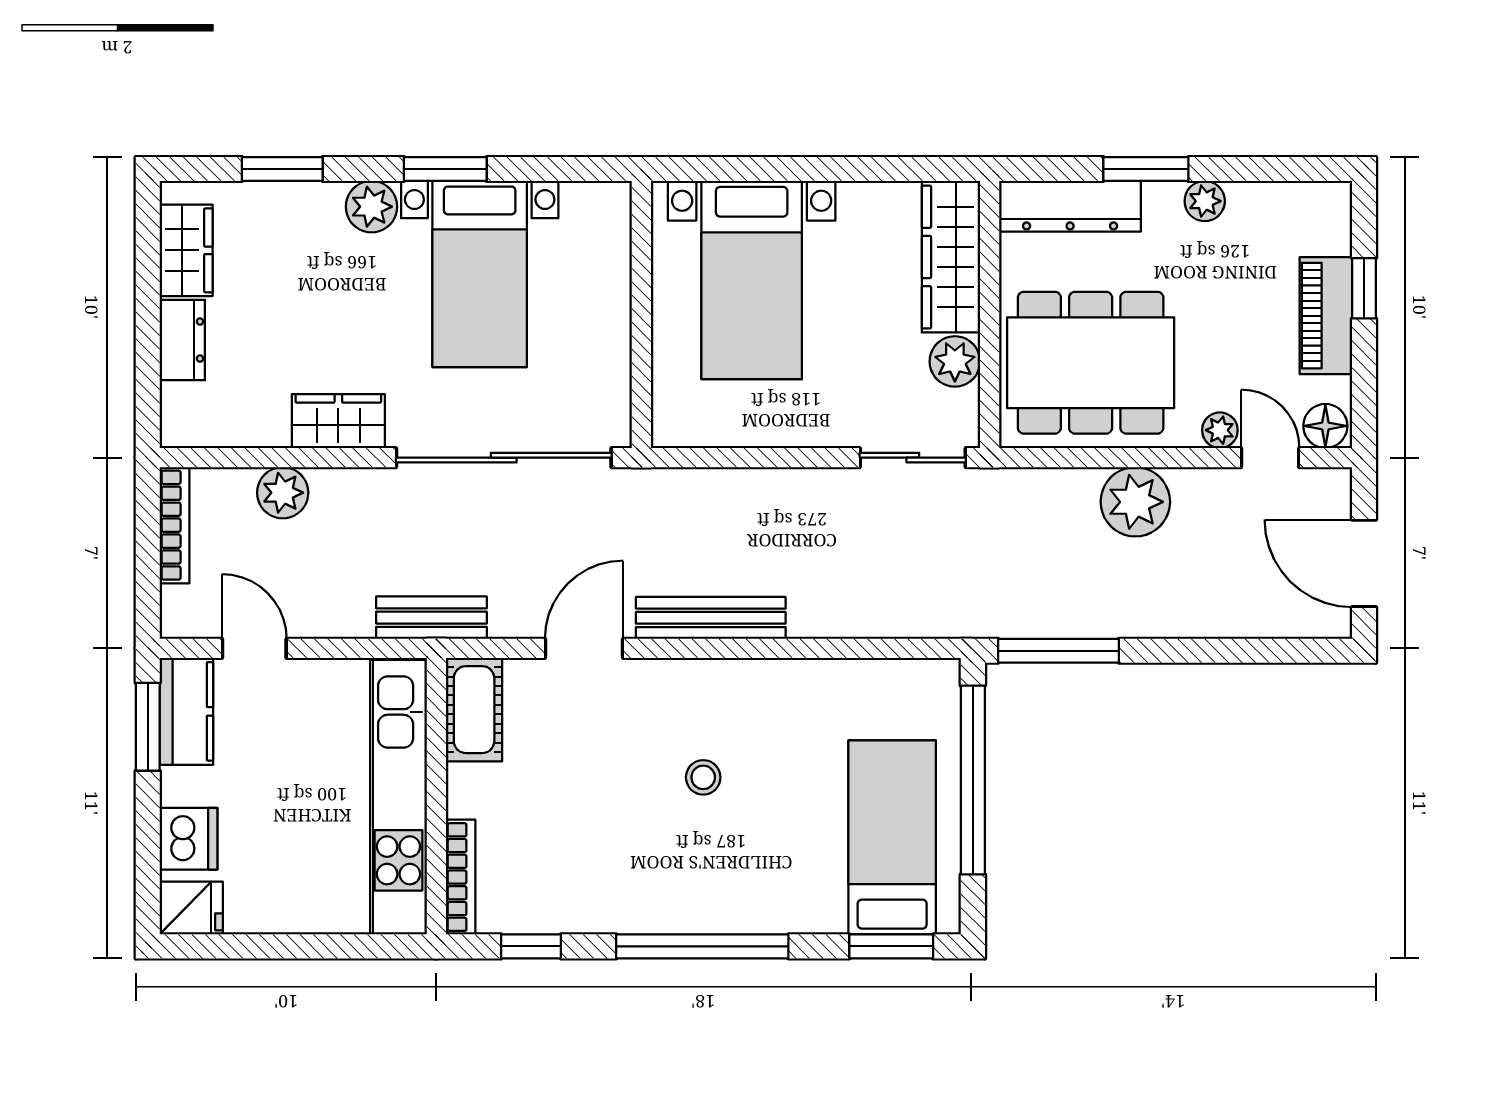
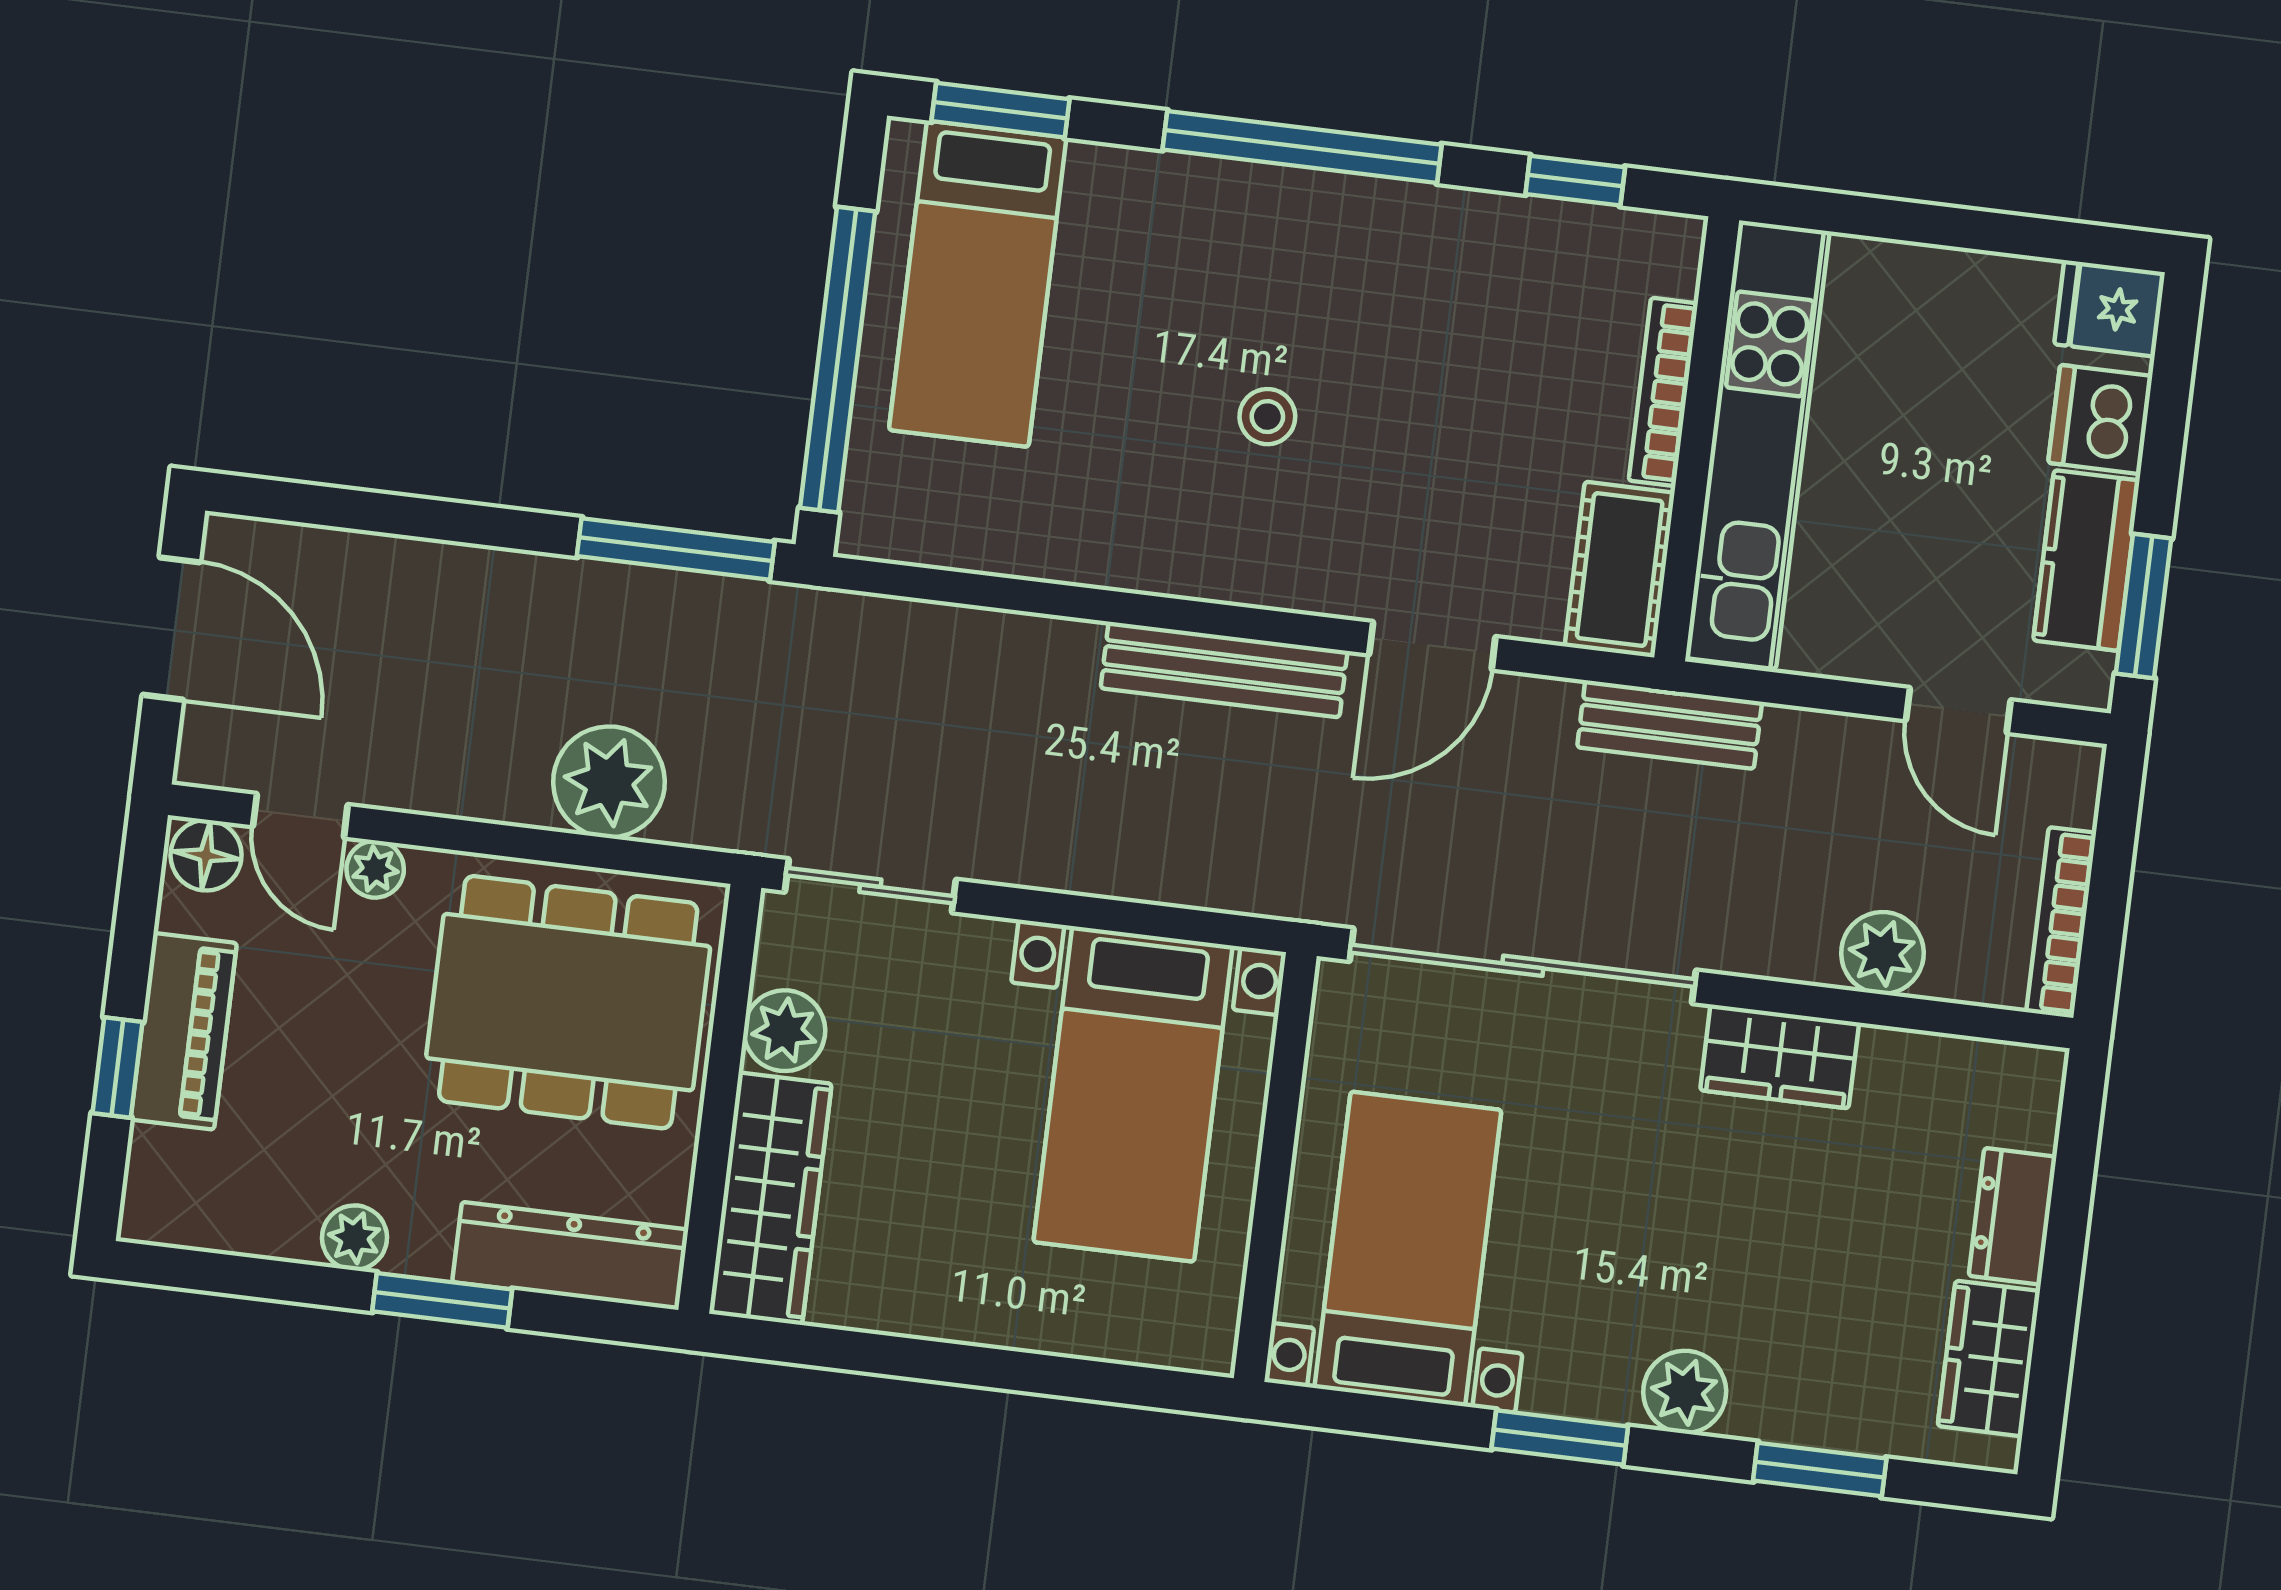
bed with nightstands: (480, 274) -> (1408, 1249), moved
bed with nightstands: (752, 280) -> (1133, 1094), moved, turned 180
plant: (1135, 502) -> (609, 782), moved
kitchen counter: (186, 711) -> (2086, 560), moved
bookcase: (461, 877) -> (1663, 392), moved

